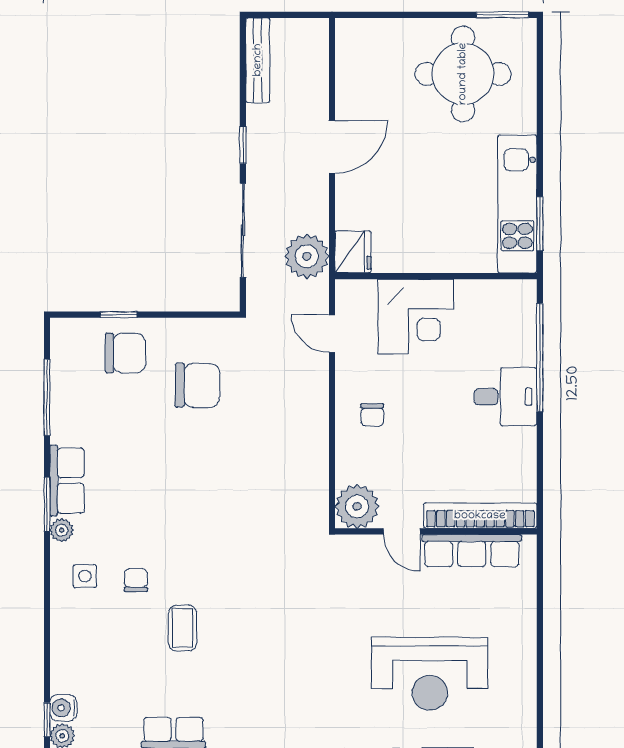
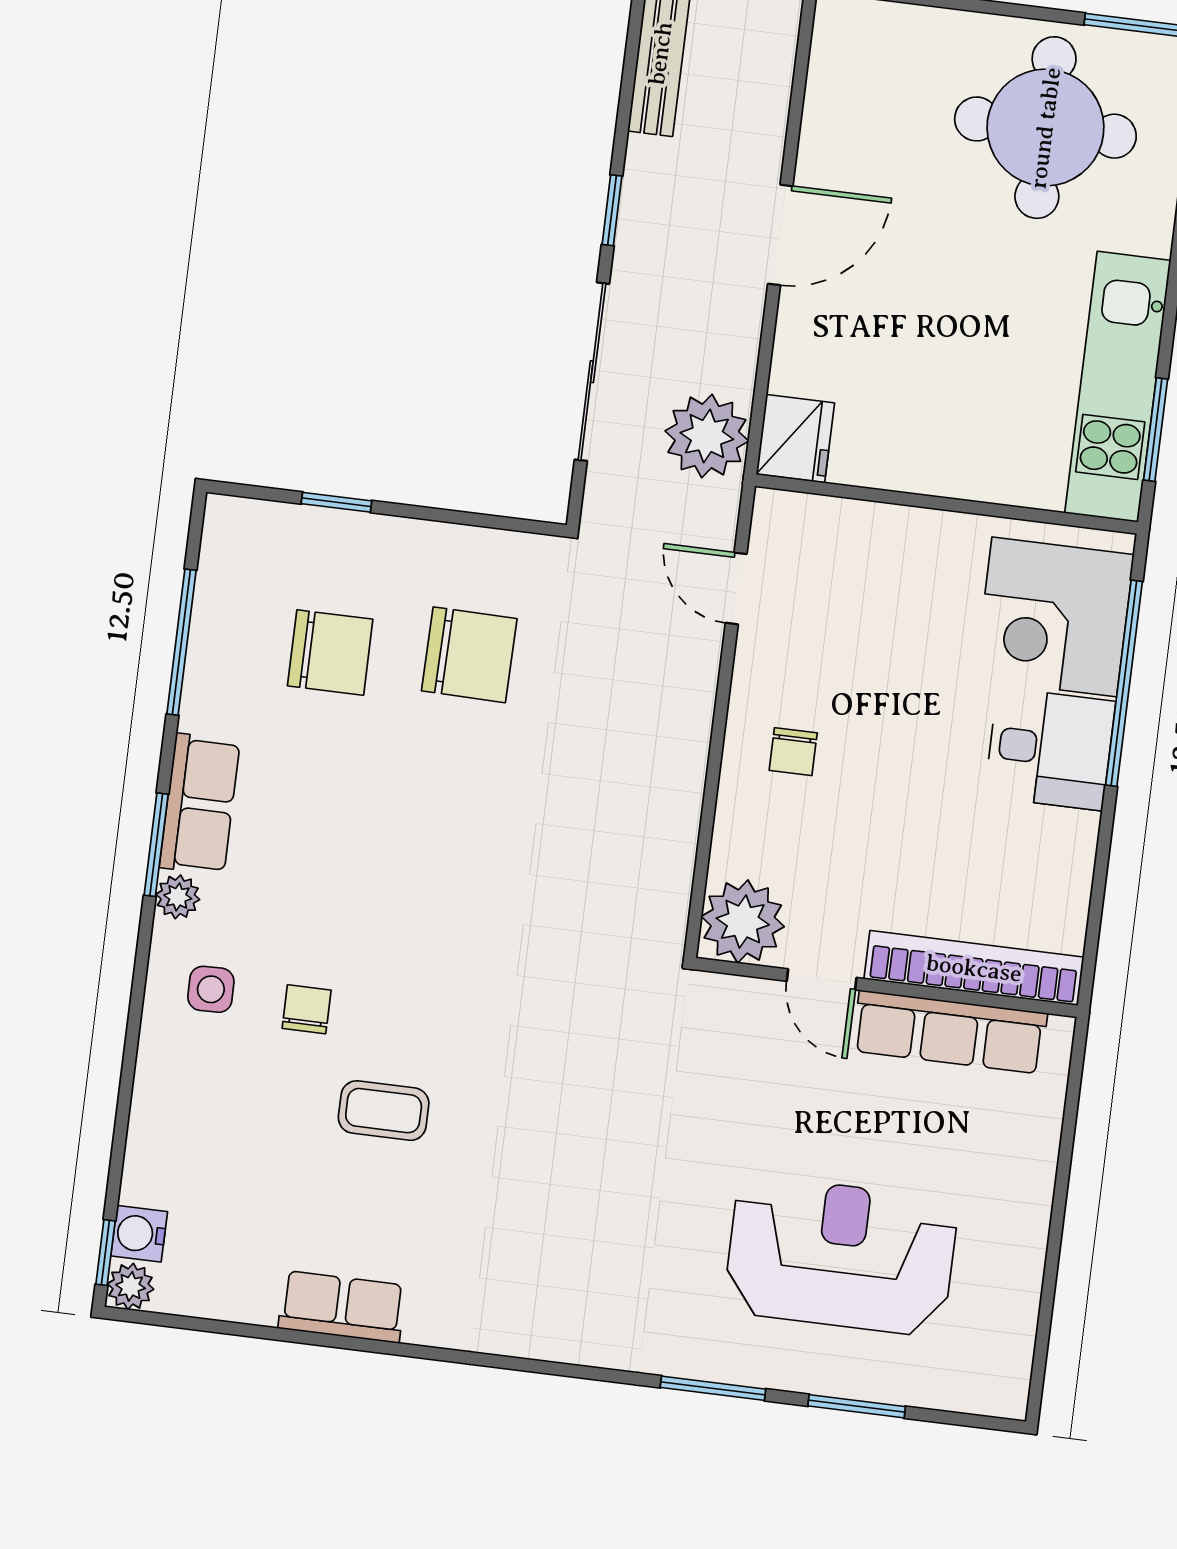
corner desk: (416, 317) -> (1054, 617), moved, turned 90
chair: (125, 353) -> (330, 652), moved
coffee table: (182, 628) -> (384, 1111), turned 90
reception desk: (430, 674) -> (841, 1256), turned 180

